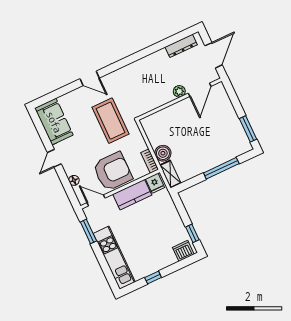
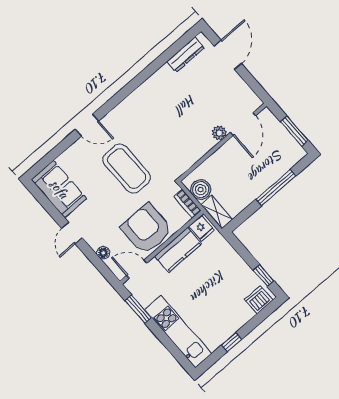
door: (200, 90) -> (243, 124), moved
plant: (179, 91) -> (219, 133), moved
wall: (180, 99) -> (222, 142), moved
armchair: (113, 171) -> (147, 229), turned -90

